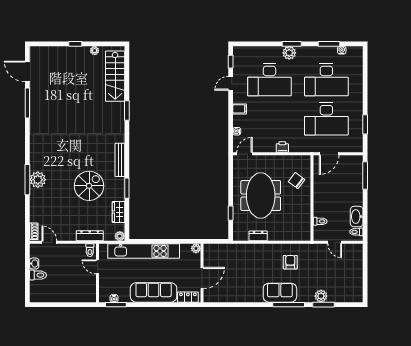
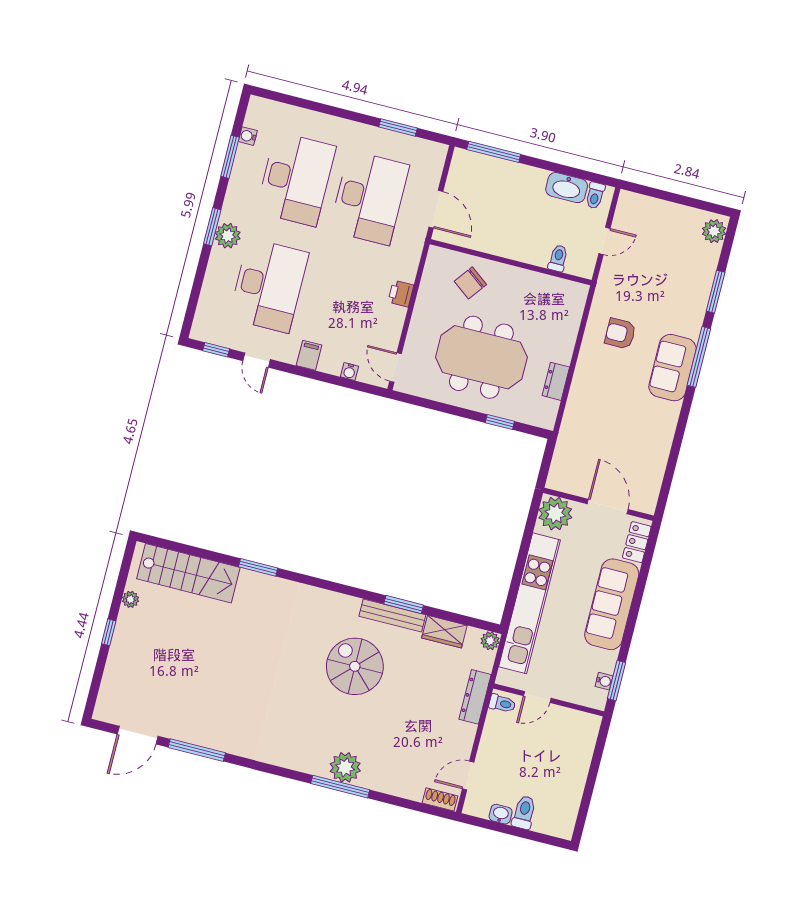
bench: (120, 160) -> (392, 615), moved
spiral stairs: (89, 186) -> (355, 666), moved
plant: (196, 248) -> (555, 514), width x1.88, depth x1.88
plant: (321, 296) -> (714, 231), moved

